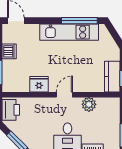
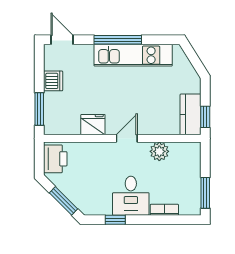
window: (79, 21) -> (118, 40), moved

